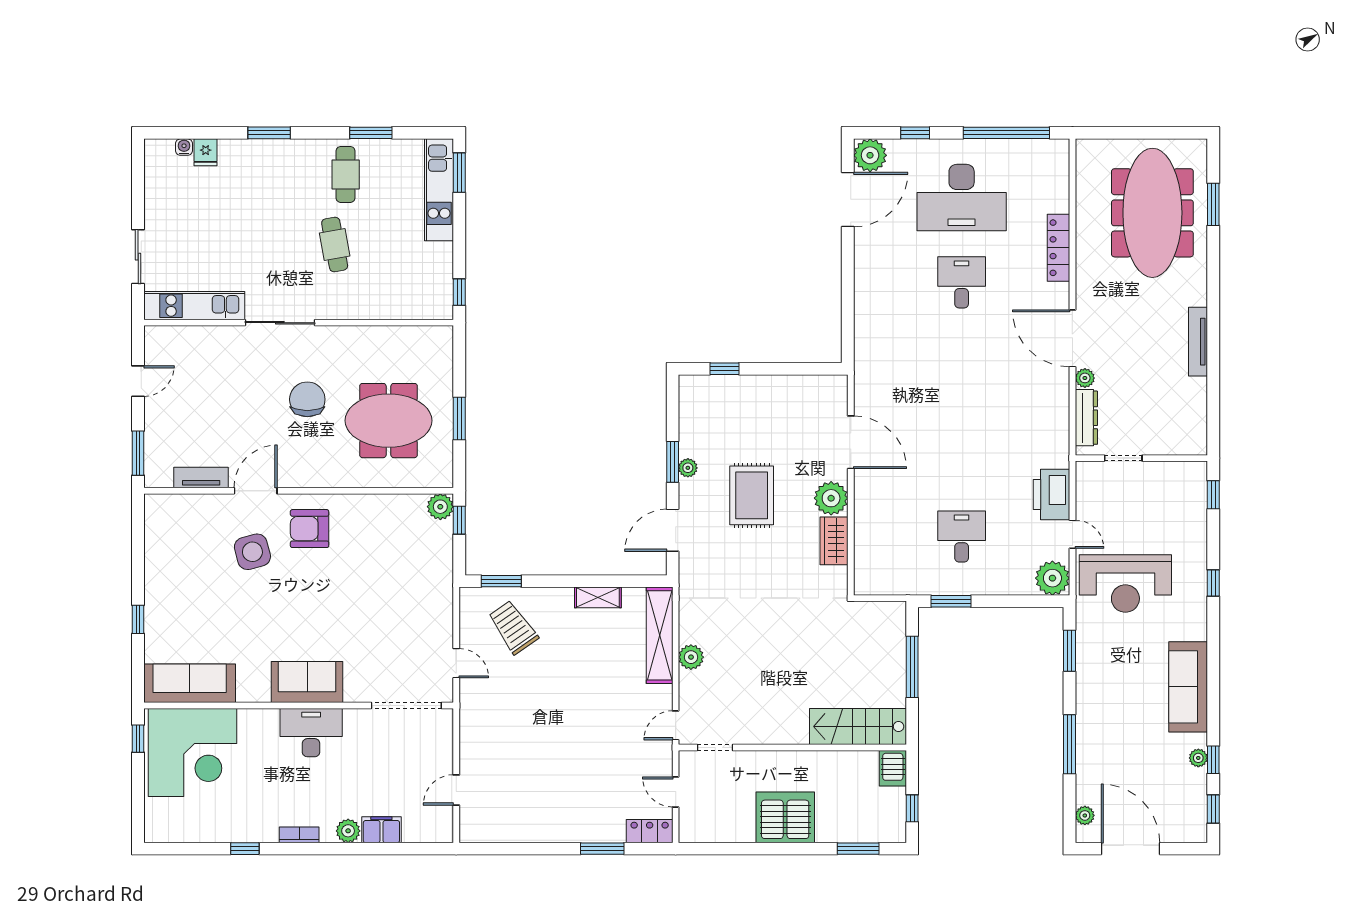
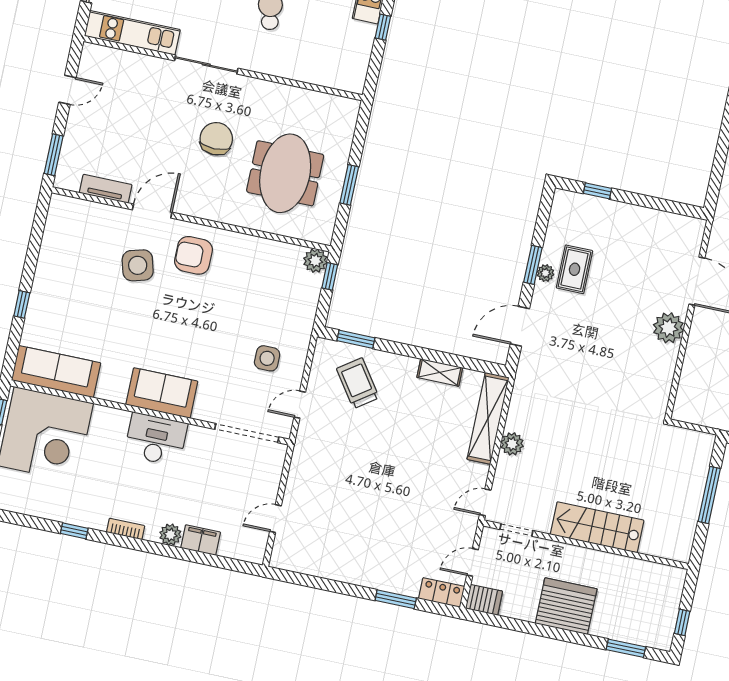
window: (459, 292) -> (383, 27), moved
meeting table: (388, 421) -> (285, 173), turned 90
rug: (752, 495) -> (575, 269), moved, width x0.73, depth x0.70
wardrobe: (834, 541) -> (663, 367), removed
side table: (411, 621) -> (267, 358), added
door: (456, 663) -> (300, 405), swing flipped
stairs: (858, 727) -> (597, 527), moved
server rack: (893, 768) -> (484, 600), moved, turned -90
door: (676, 792) -> (472, 562), hinge flipped

